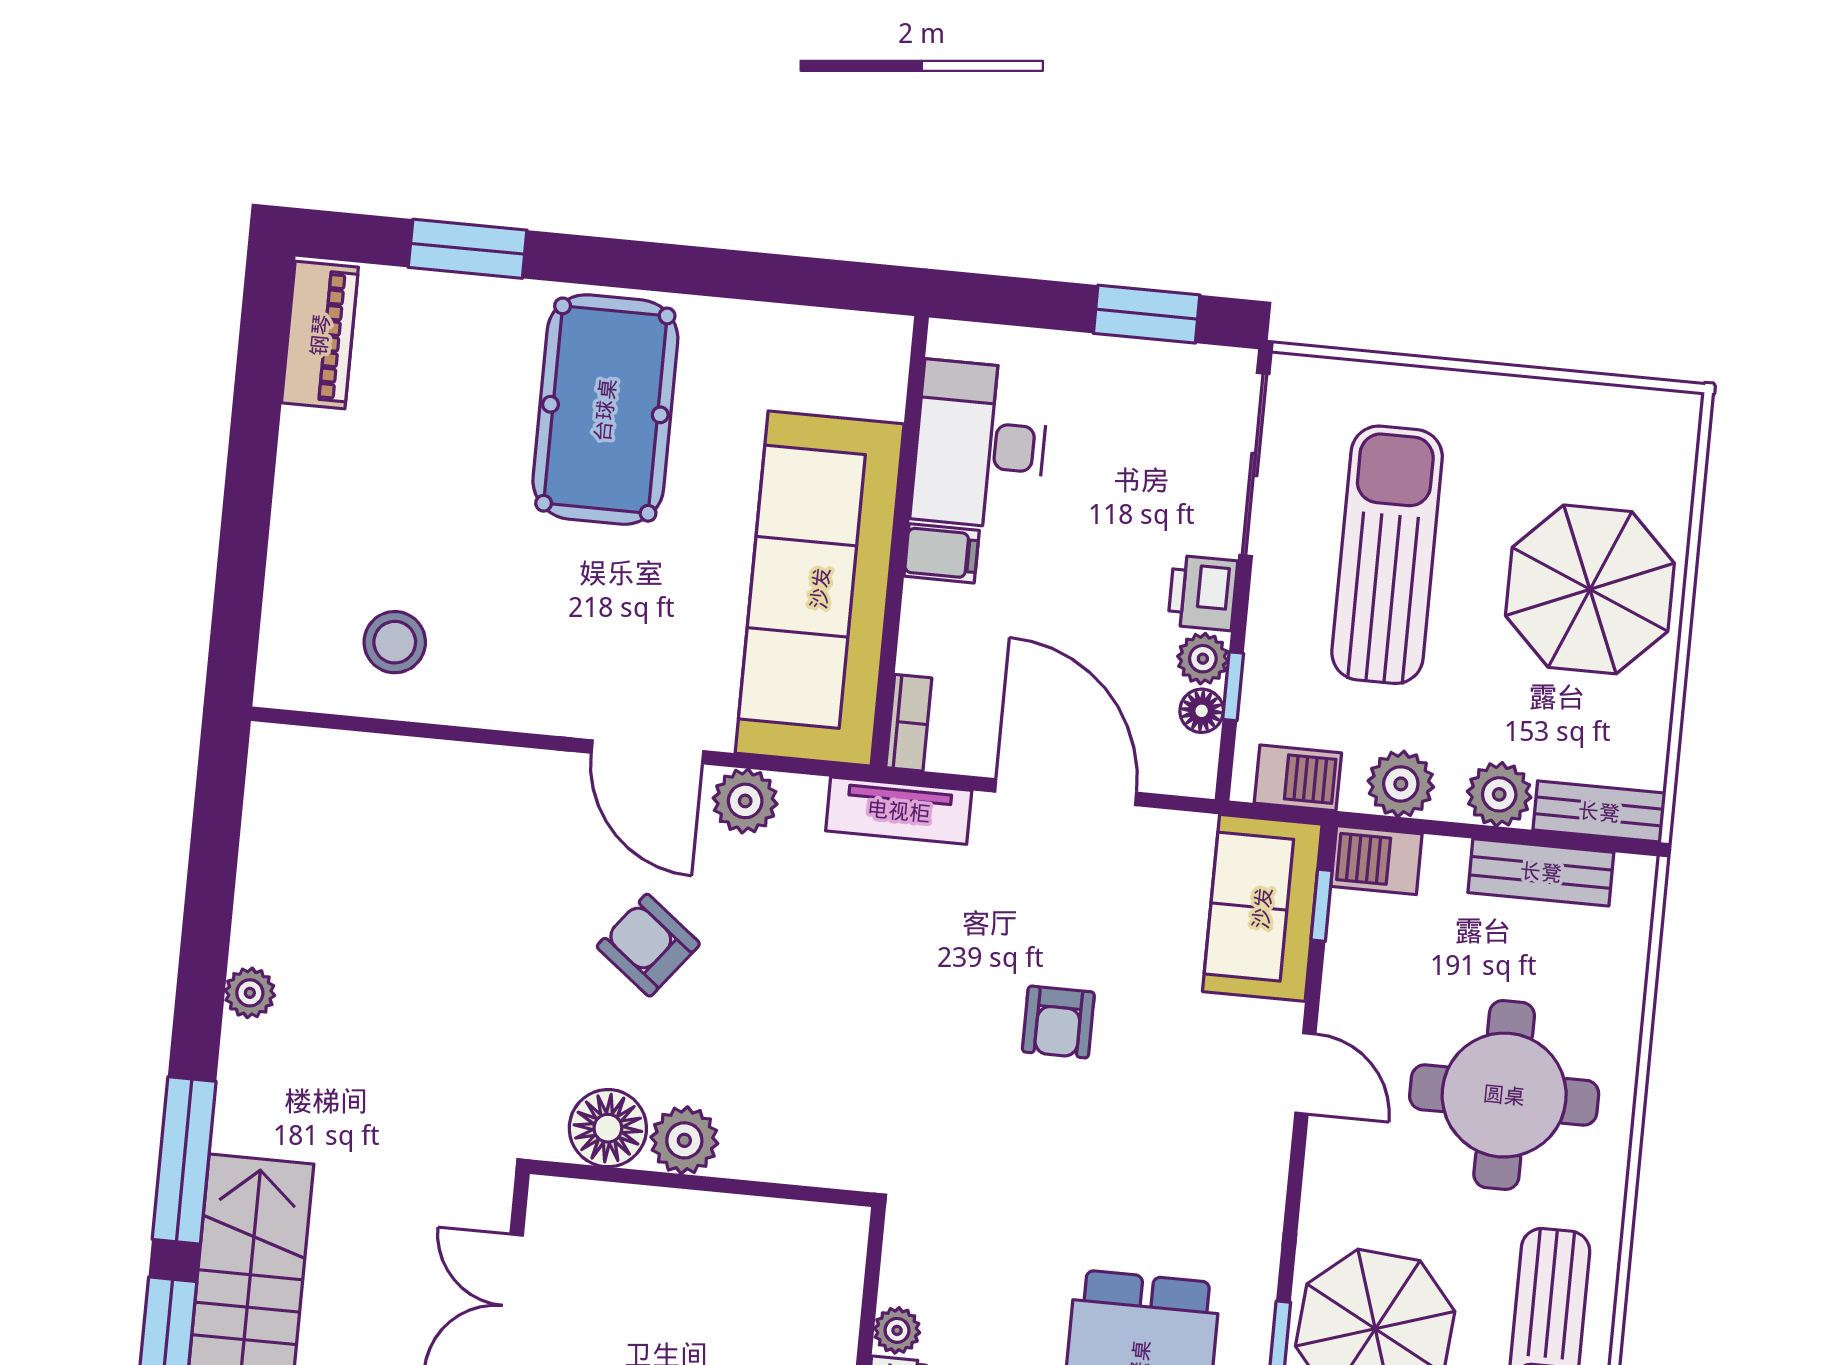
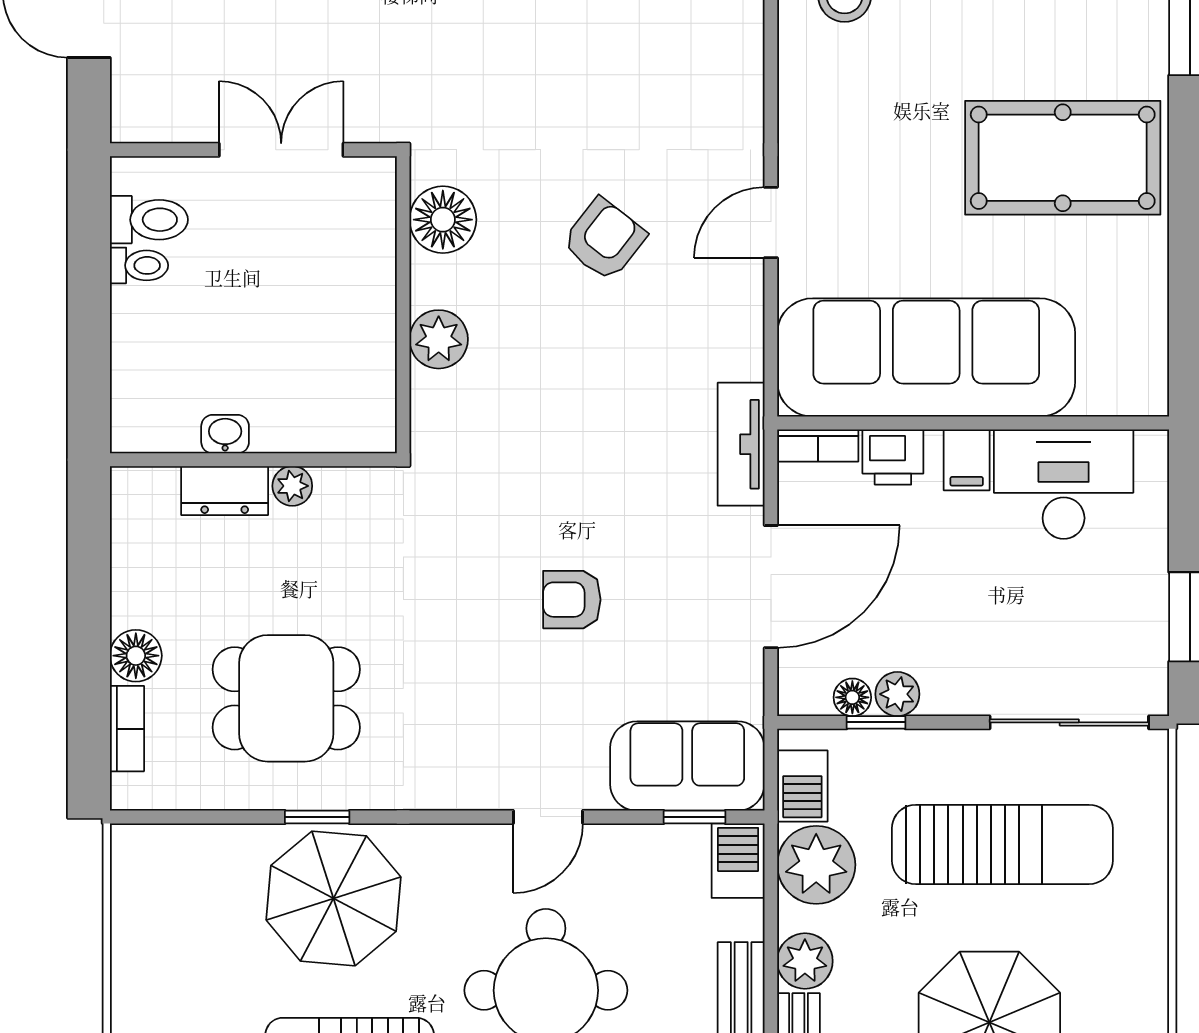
printer: (1203, 593) -> (893, 457), moved, turned 180
door: (647, 752) -> (771, 223), width x0.73
plant: (1401, 784) -> (816, 865), width x1.36, depth x1.36
plant: (745, 801) -> (737, 311), removed
plant: (684, 1140) -> (439, 339), moved

